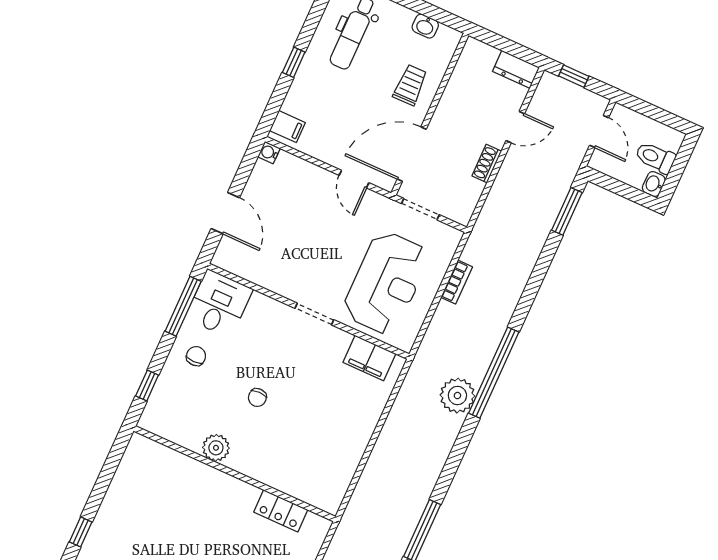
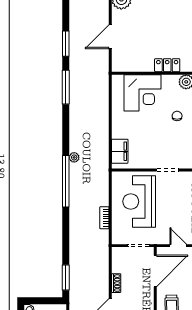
filing cabinet: (369, 358) -> (120, 151), moved, turned 90
plant: (457, 396) -> (74, 157), width x0.53, depth x0.53
corner desk: (298, 463) -> (143, 93), added
locker: (281, 511) -> (167, 65), moved

